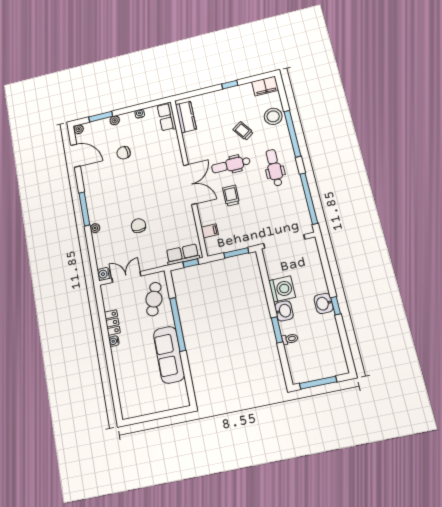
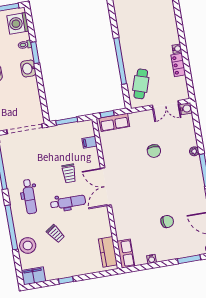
plant: (115, 120) -> (176, 254), removed
washing machine: (282, 289) -> (18, 23), moved
sofa: (169, 355) -> (128, 35), removed

